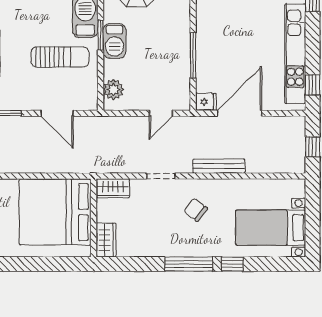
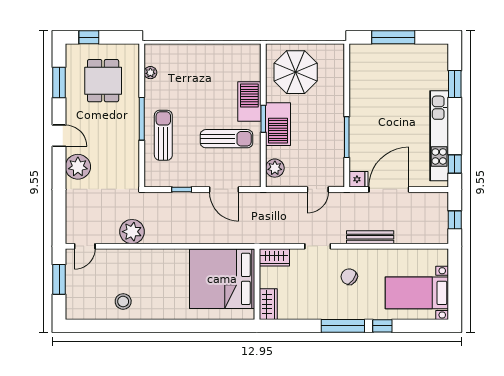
barbecue: (114, 41) -> (278, 124), width x1.37, depth x1.21

